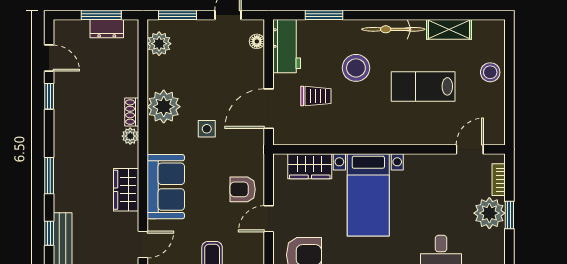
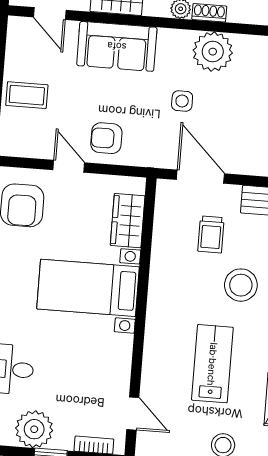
armchair: (243, 189) -> (106, 138), turned -90
plant: (489, 213) -> (34, 429), moved

